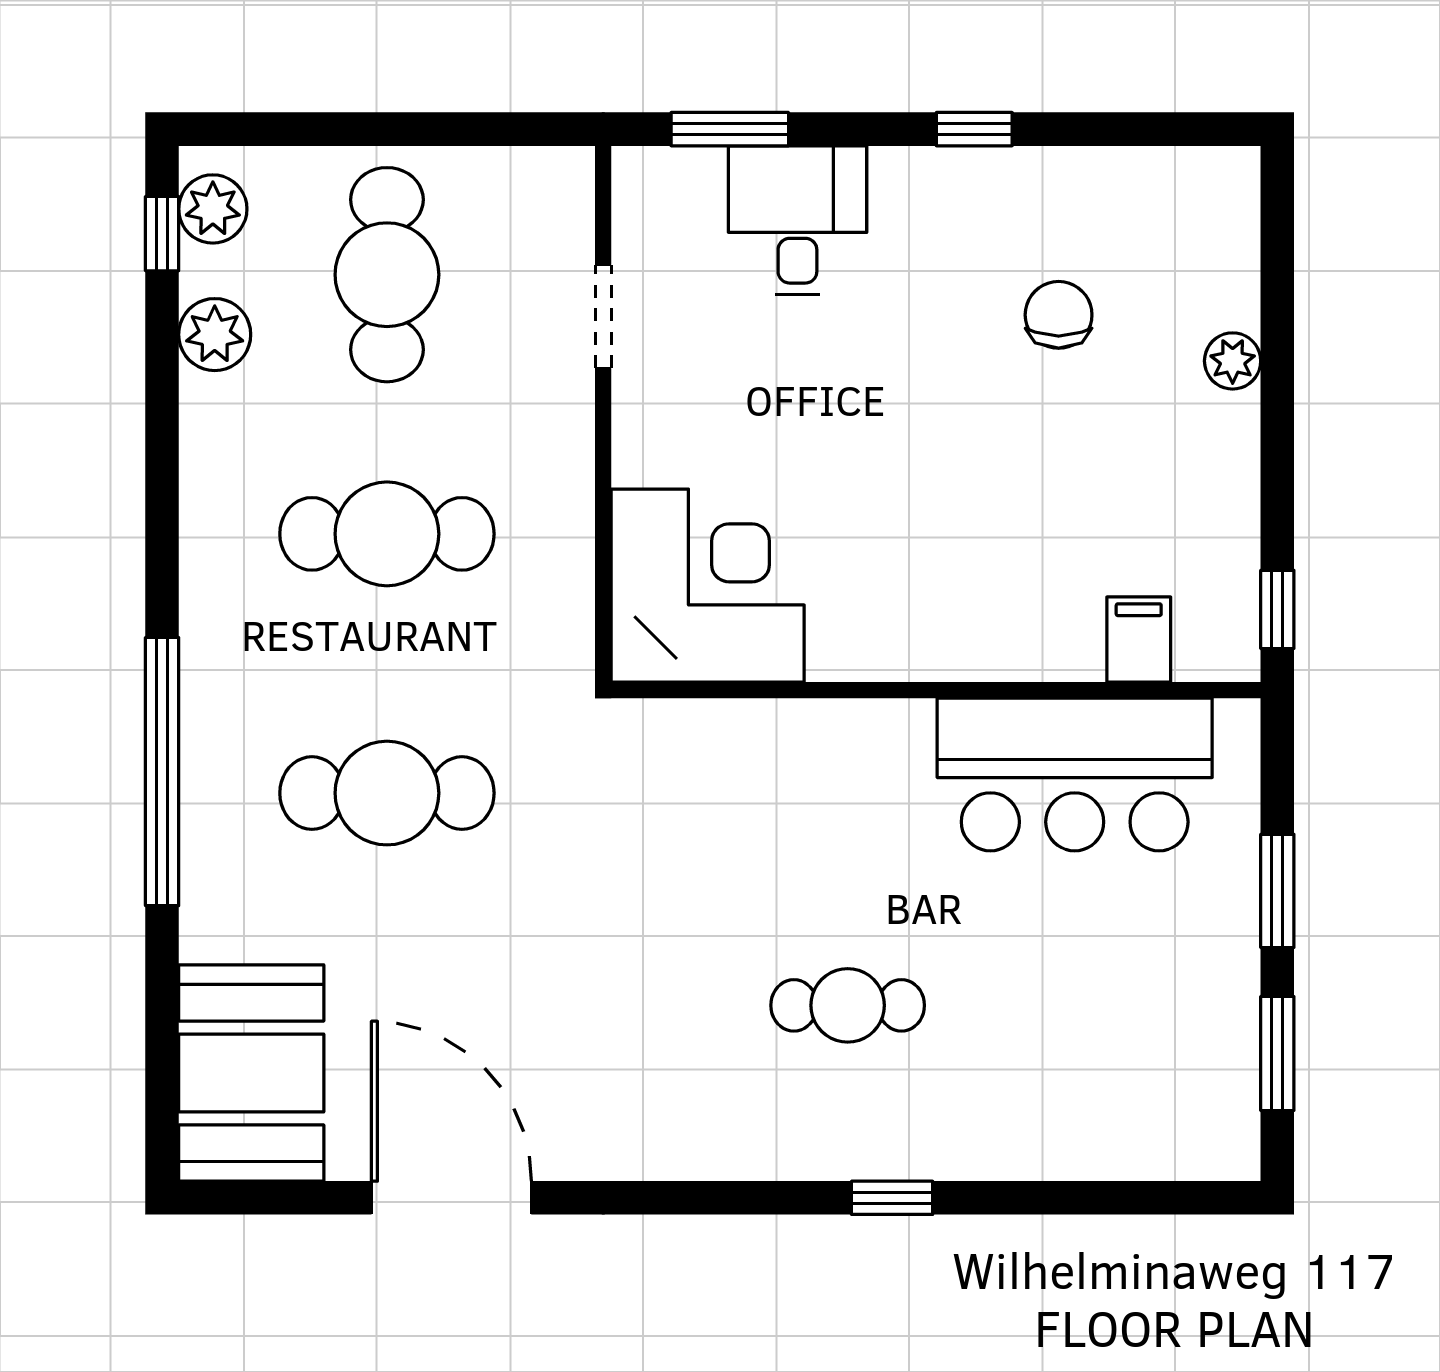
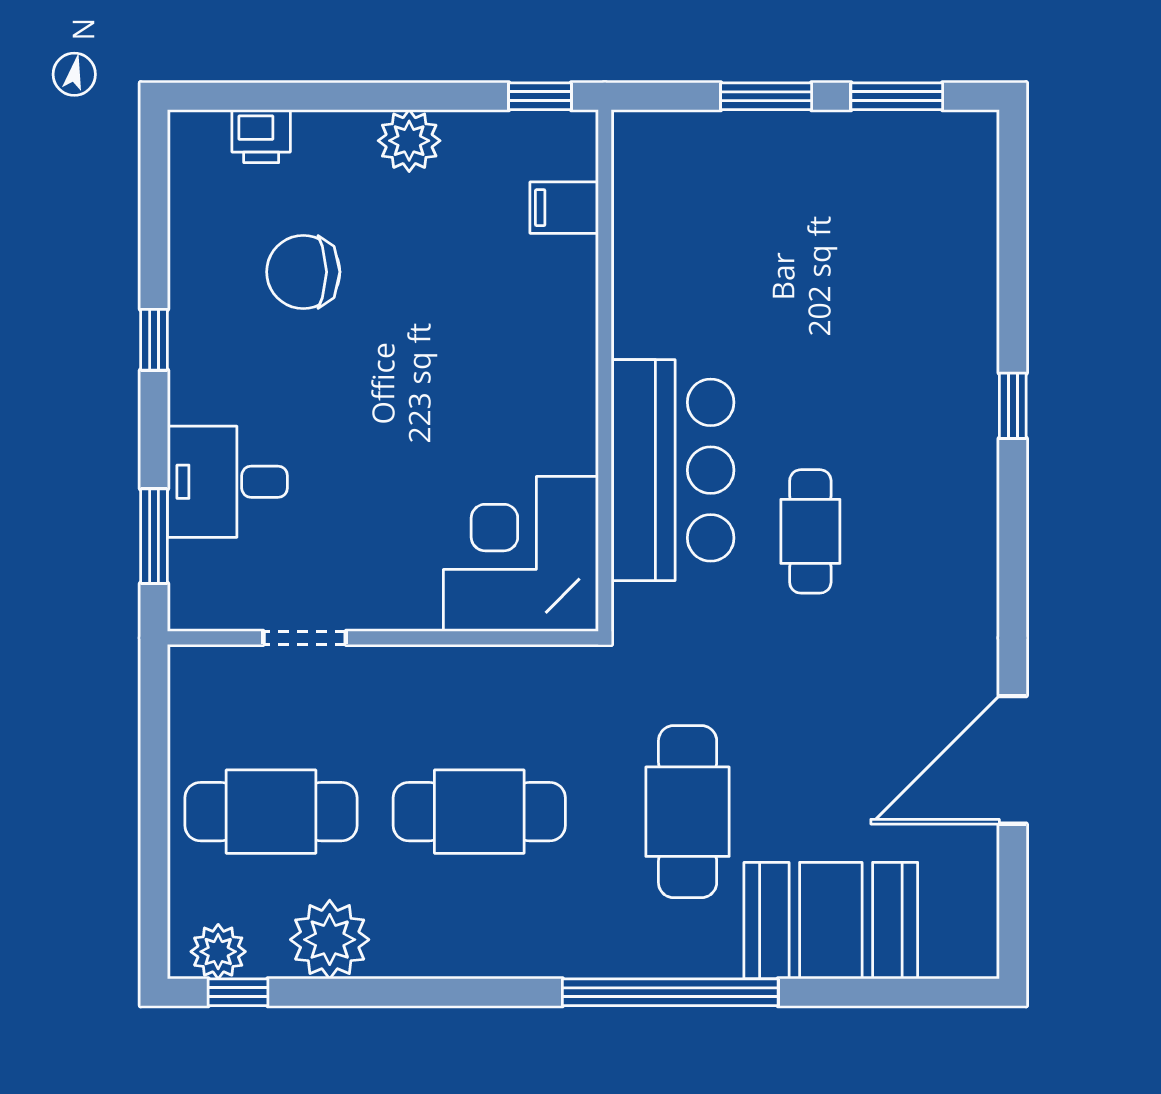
printer: (1228, 262) -> (261, 136), added
chair: (1059, 315) -> (303, 272), width x1.37, depth x1.37
plant: (215, 335) -> (330, 940), width x1.36, depth x1.36
plant: (1233, 361) -> (409, 141), moved, width x1.38, depth x1.38
cafe table: (387, 534) -> (479, 812), turned 90
bar counter: (1075, 774) -> (673, 470), moved
cafe table: (848, 1005) -> (810, 531), moved
booth: (251, 1073) -> (831, 921), moved

